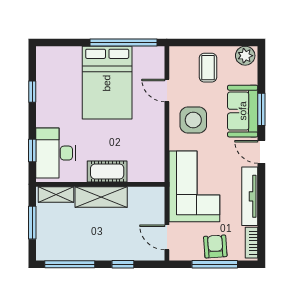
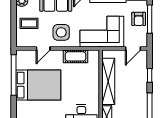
cot: (107, 171) -> (76, 56), moved, turned 90
shelving: (101, 197) -> (108, 81), width x1.47
armchair: (215, 246) -> (139, 19), turned -86

